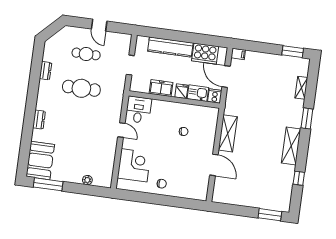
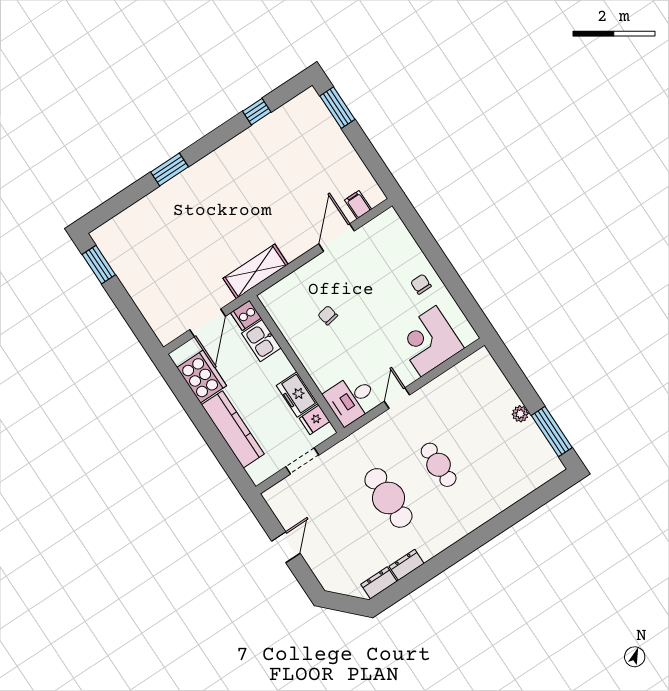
cafe table: (86, 54) -> (439, 465), moved
filing cabinet: (238, 54) -> (358, 205), moved
shelving: (301, 88) -> (136, 212), removed
fridge: (181, 91) -> (314, 420), moved
dresser: (39, 120) -> (379, 583), moved
shelving: (228, 133) -> (256, 271), moved
shelving: (291, 146) -> (224, 159), removed
booth: (40, 160) -> (530, 469), removed
plant: (87, 180) -> (520, 414), moved

